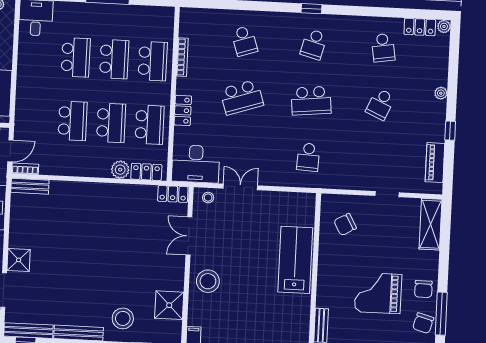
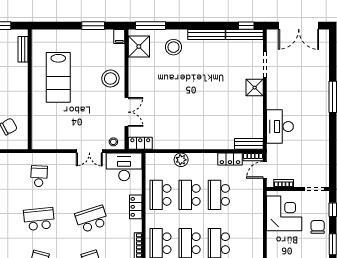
locker: (146, 172) -> (230, 159), moved
lab bench: (295, 260) -> (58, 77), moved
shower: (169, 305) -> (139, 46), moved

